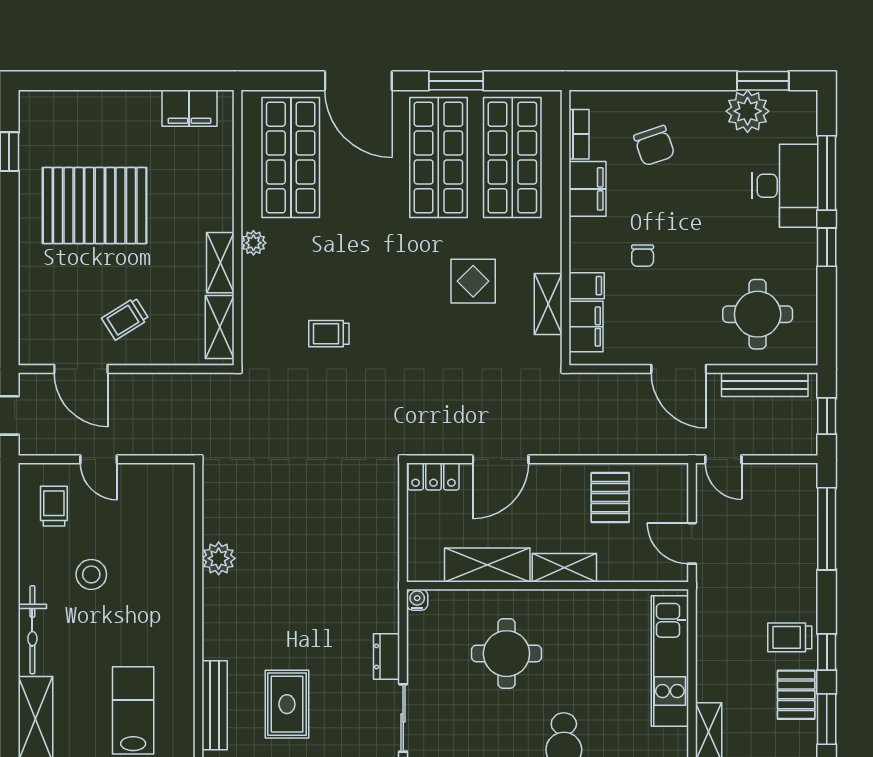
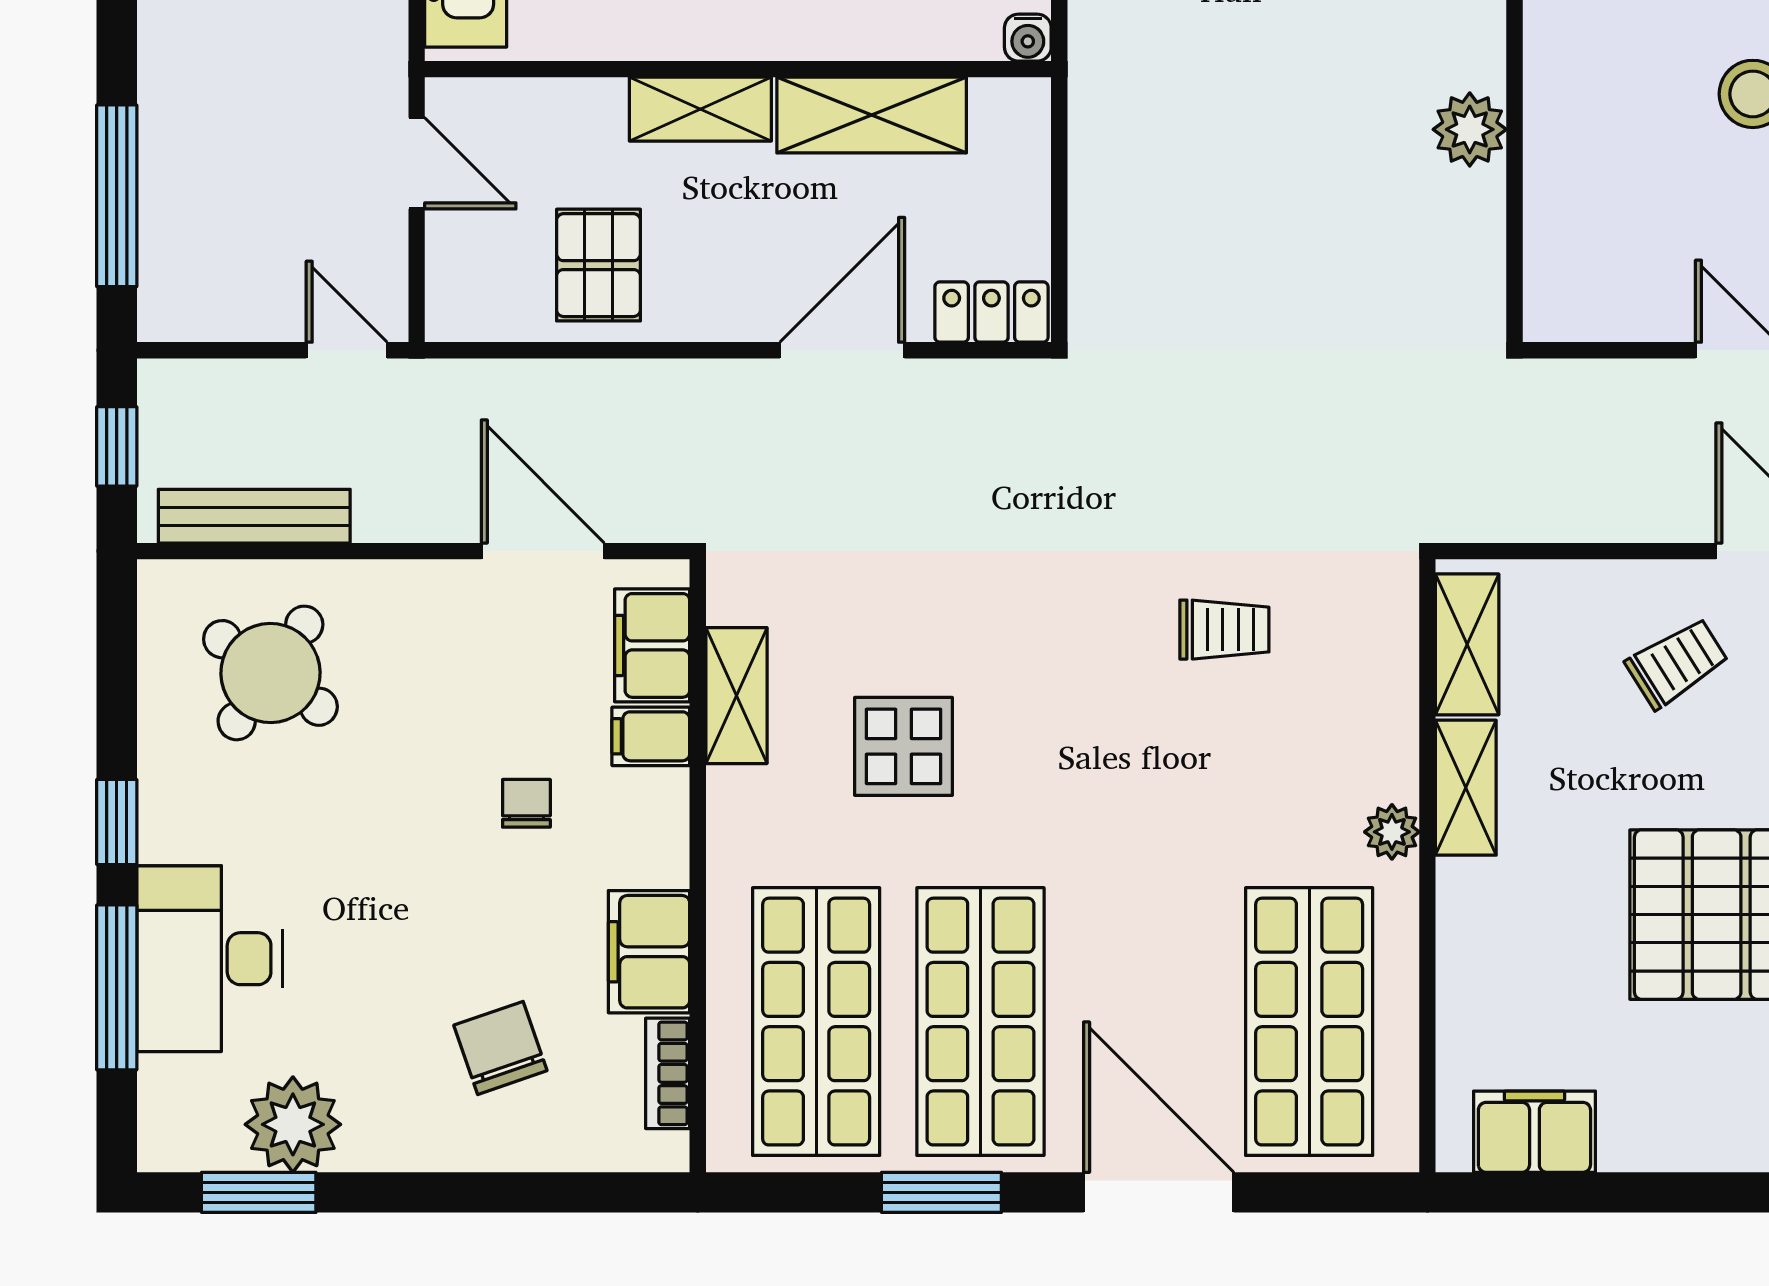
round table: (758, 314) -> (270, 673), turned 35
door: (679, 369) -> (543, 551), moved

